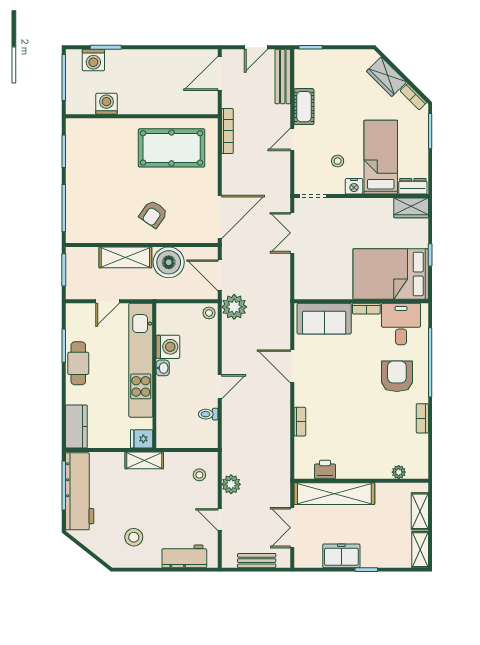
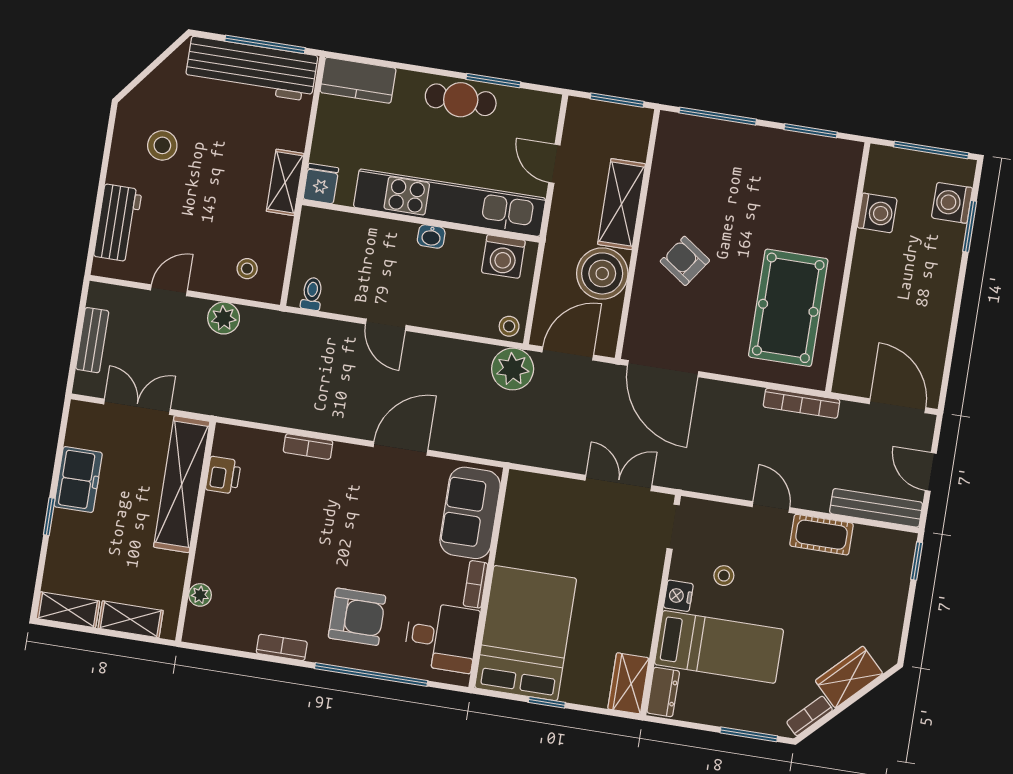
washing machine: (168, 347) -> (503, 257), moved
toilet: (208, 414) -> (312, 294), moved

